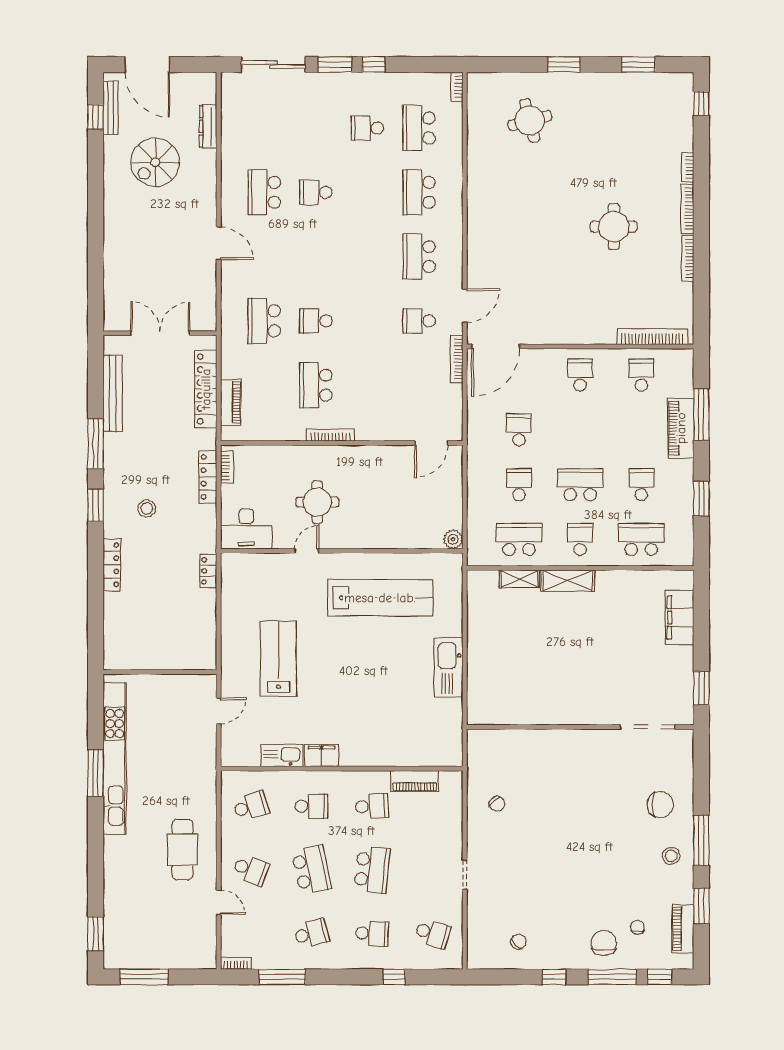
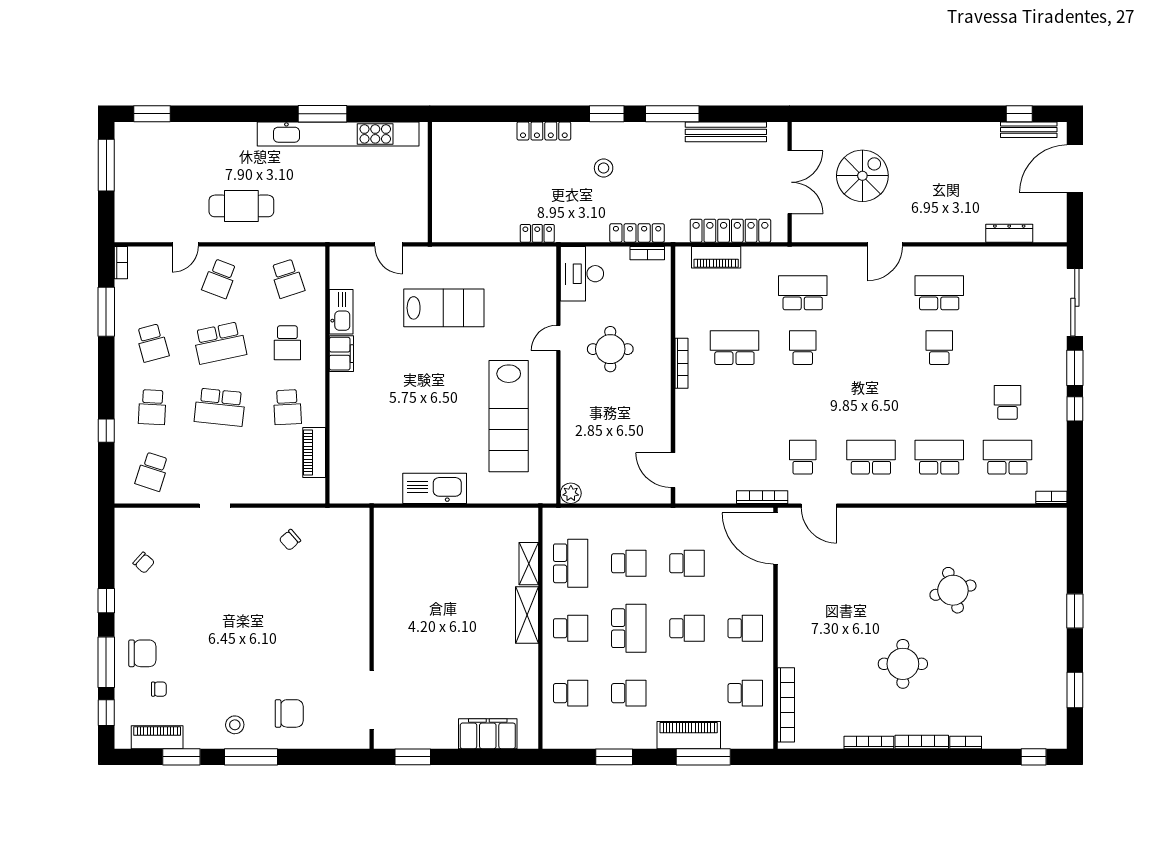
round table: (530, 120) -> (953, 590), moved
spiral stairs: (155, 162) -> (862, 176), moved, turned 90
school desk: (580, 430) -> (687, 628), added
school desk: (641, 539) -> (571, 693), width x0.54
door: (307, 551) -> (558, 338), swing flipped
chair: (660, 805) -> (289, 713), turned -90

